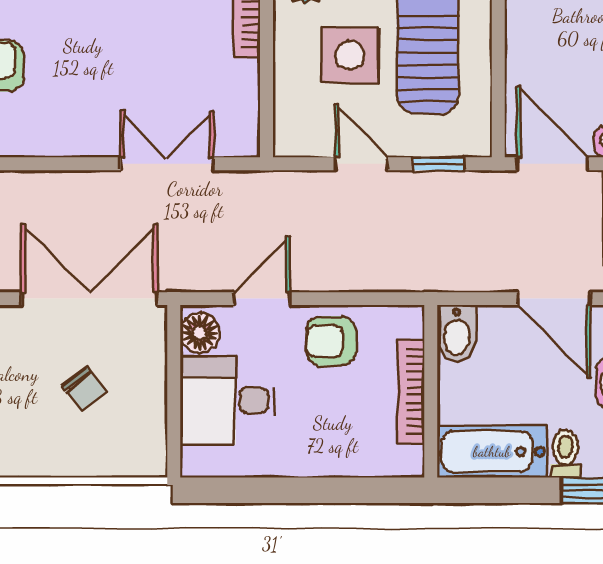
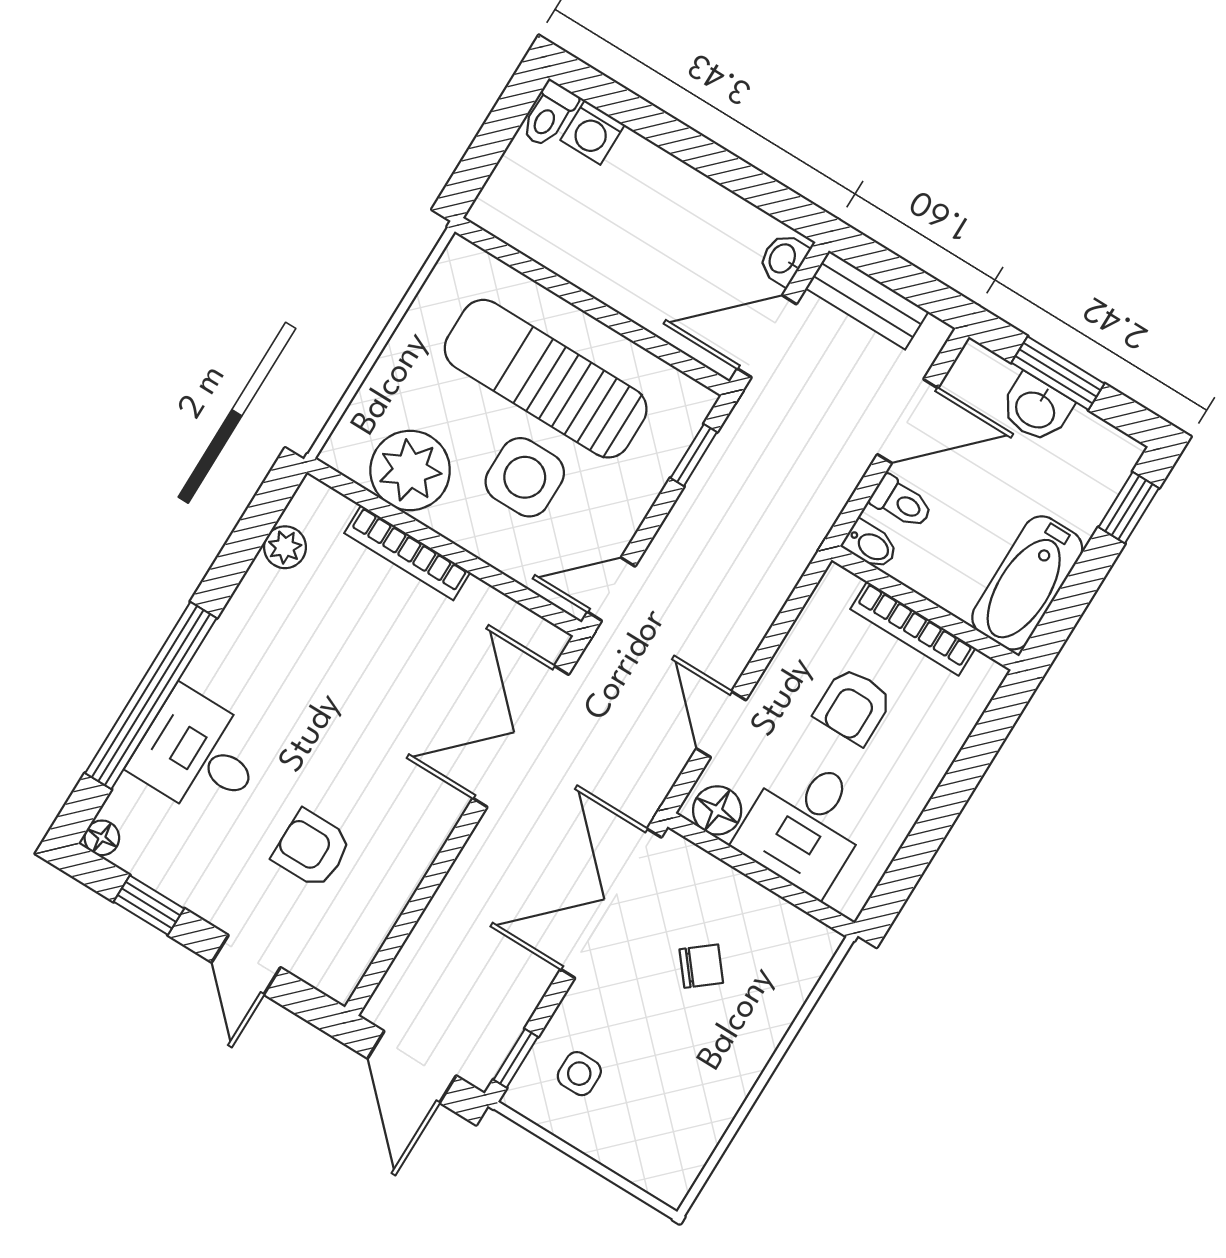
double door: (167, 164) -> (521, 736), width x1.37
door: (362, 164) -> (611, 589), moved
bidet: (457, 333) -> (870, 545), width x0.72, depth x0.74
armchair: (331, 341) -> (853, 706), moved
toilet: (565, 454) -> (901, 502), moved, turned 180

